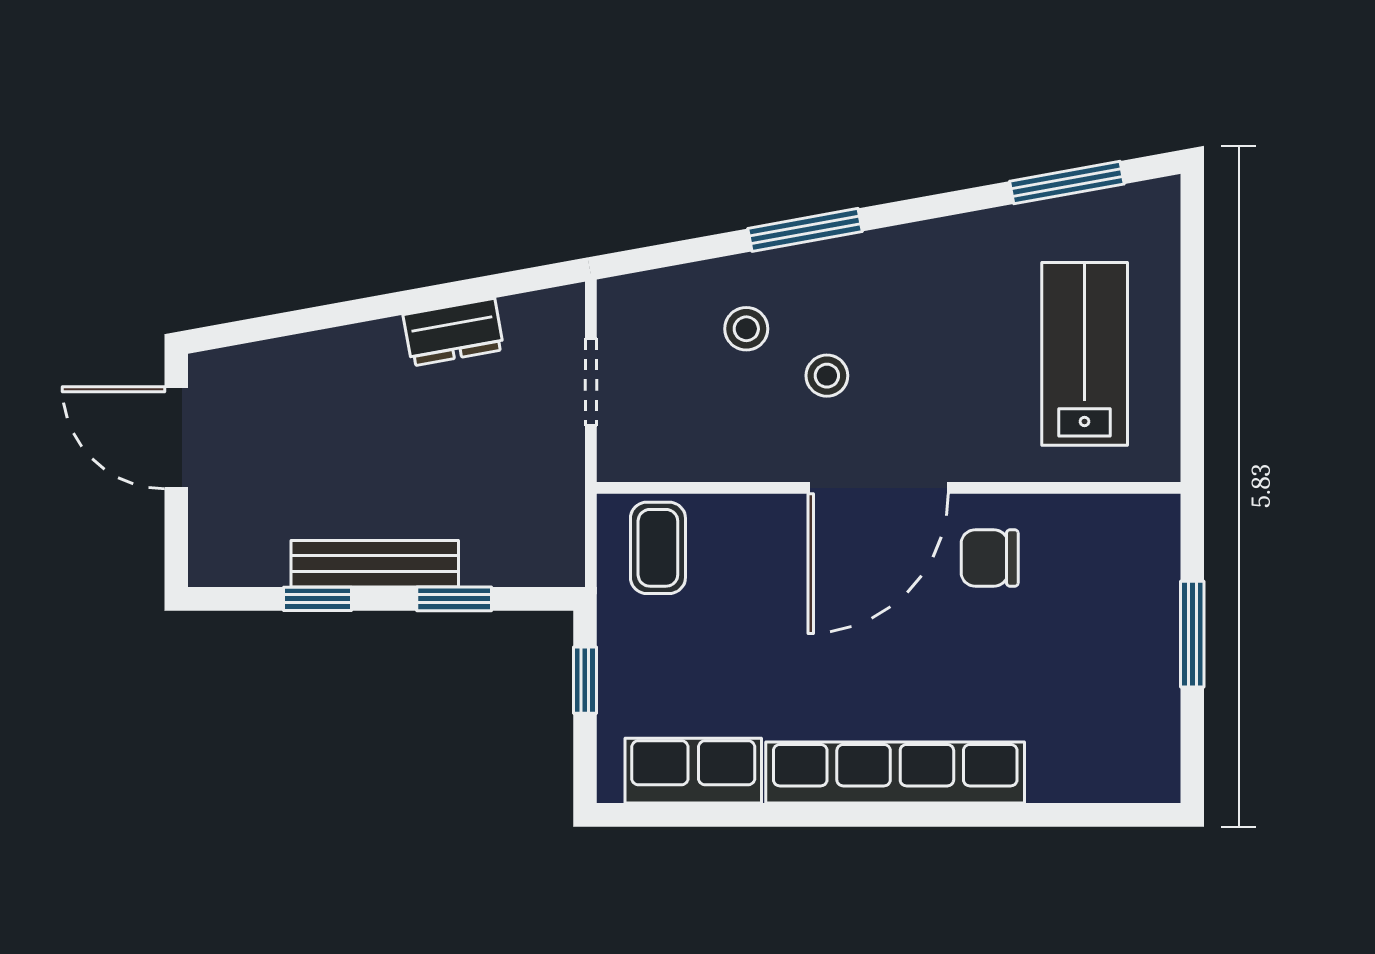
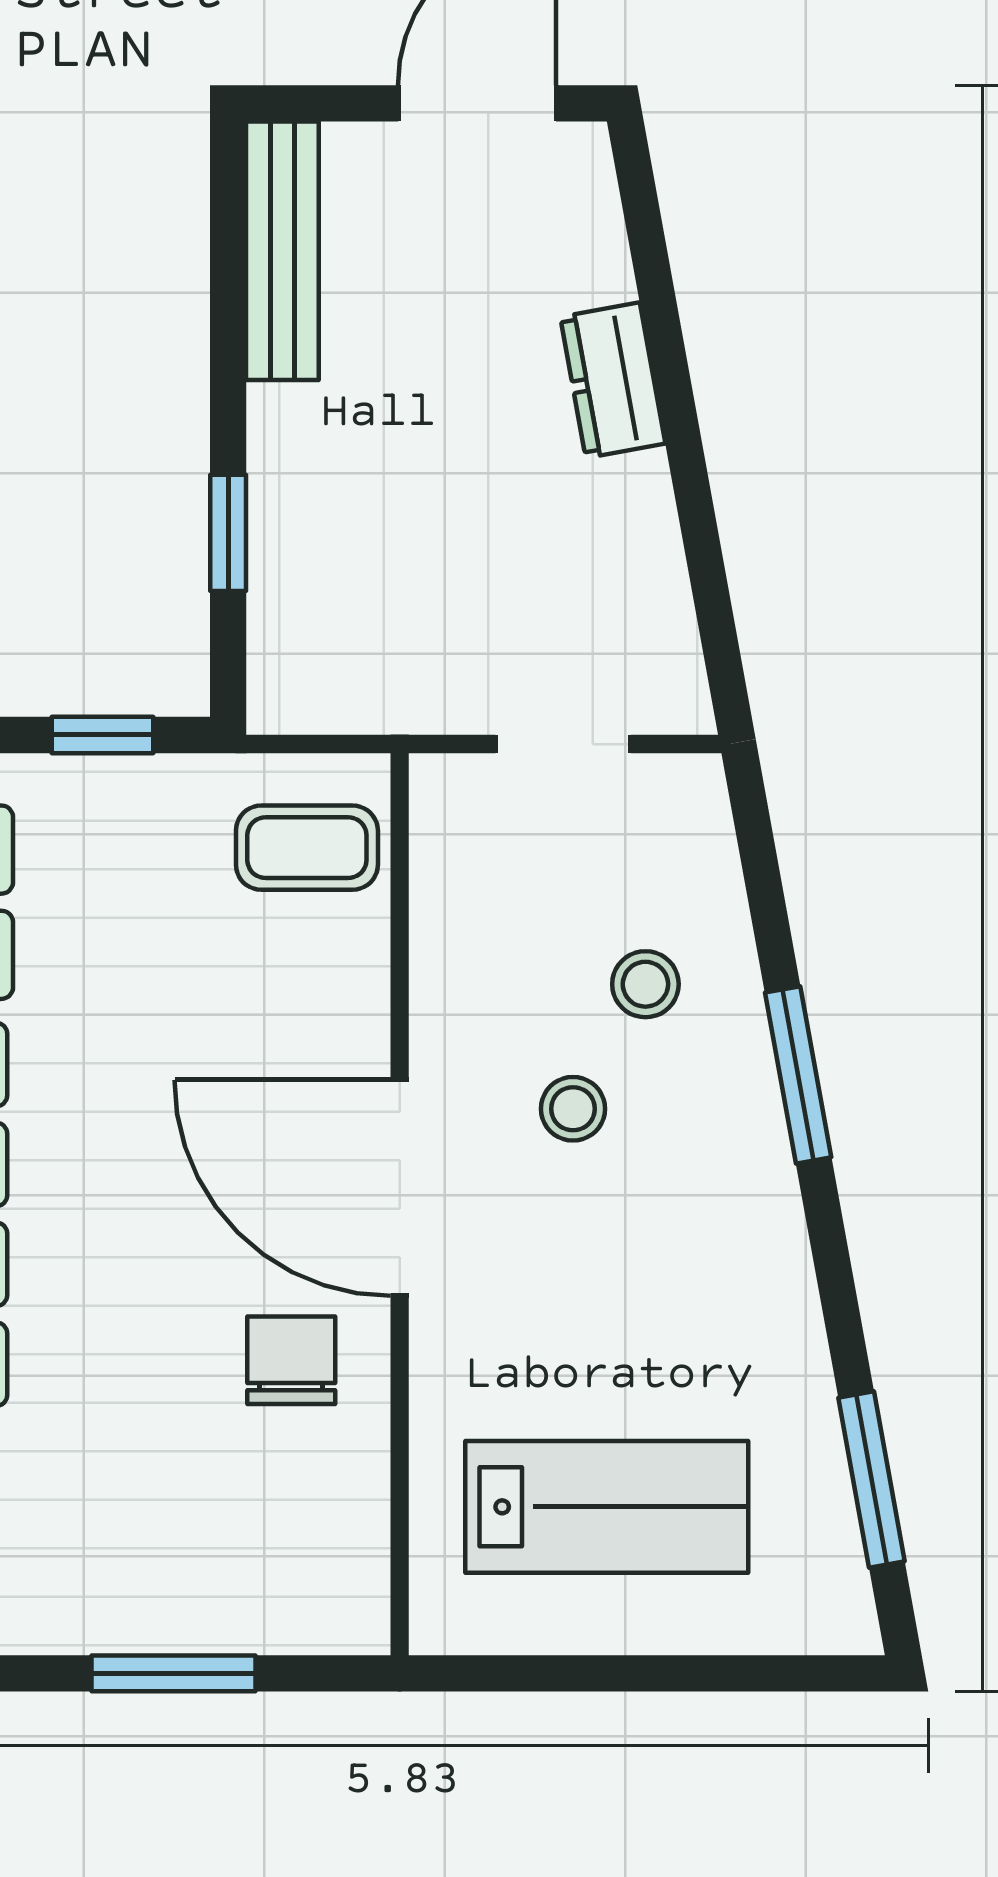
dresser: (453, 332) -> (613, 380), moved
bench: (375, 564) -> (282, 251), moved
window: (318, 599) -> (228, 322), removed

